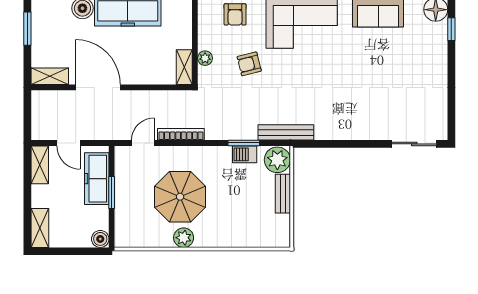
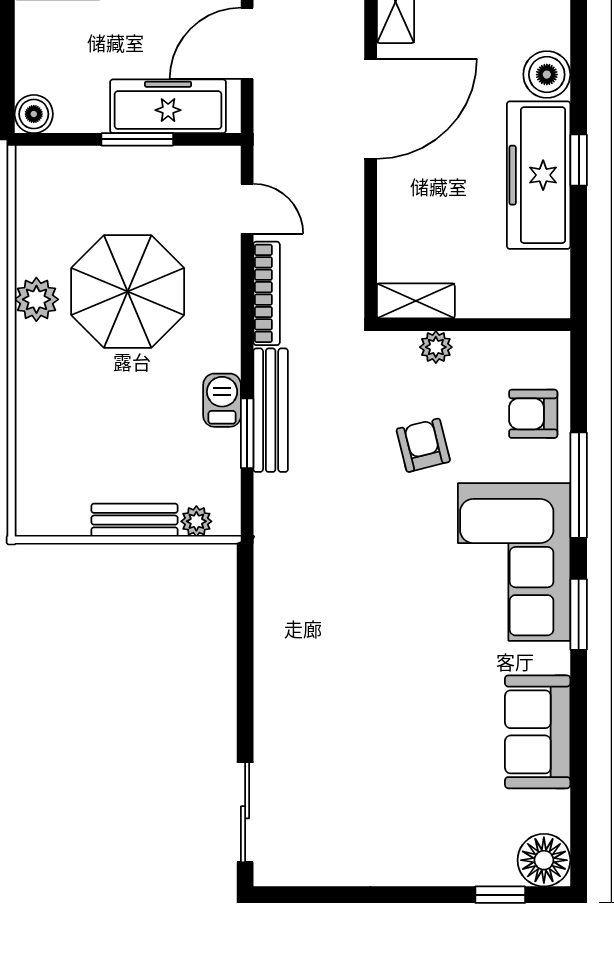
bench: (286, 132) -> (271, 410), moved
door: (68, 143) -> (247, 43), width x1.38
barbecue: (245, 154) -> (222, 400), moved
plant: (277, 160) -> (196, 521), width x0.53, depth x0.53

